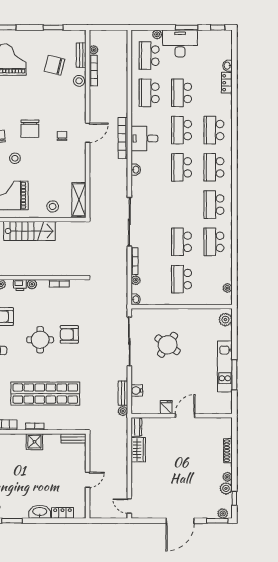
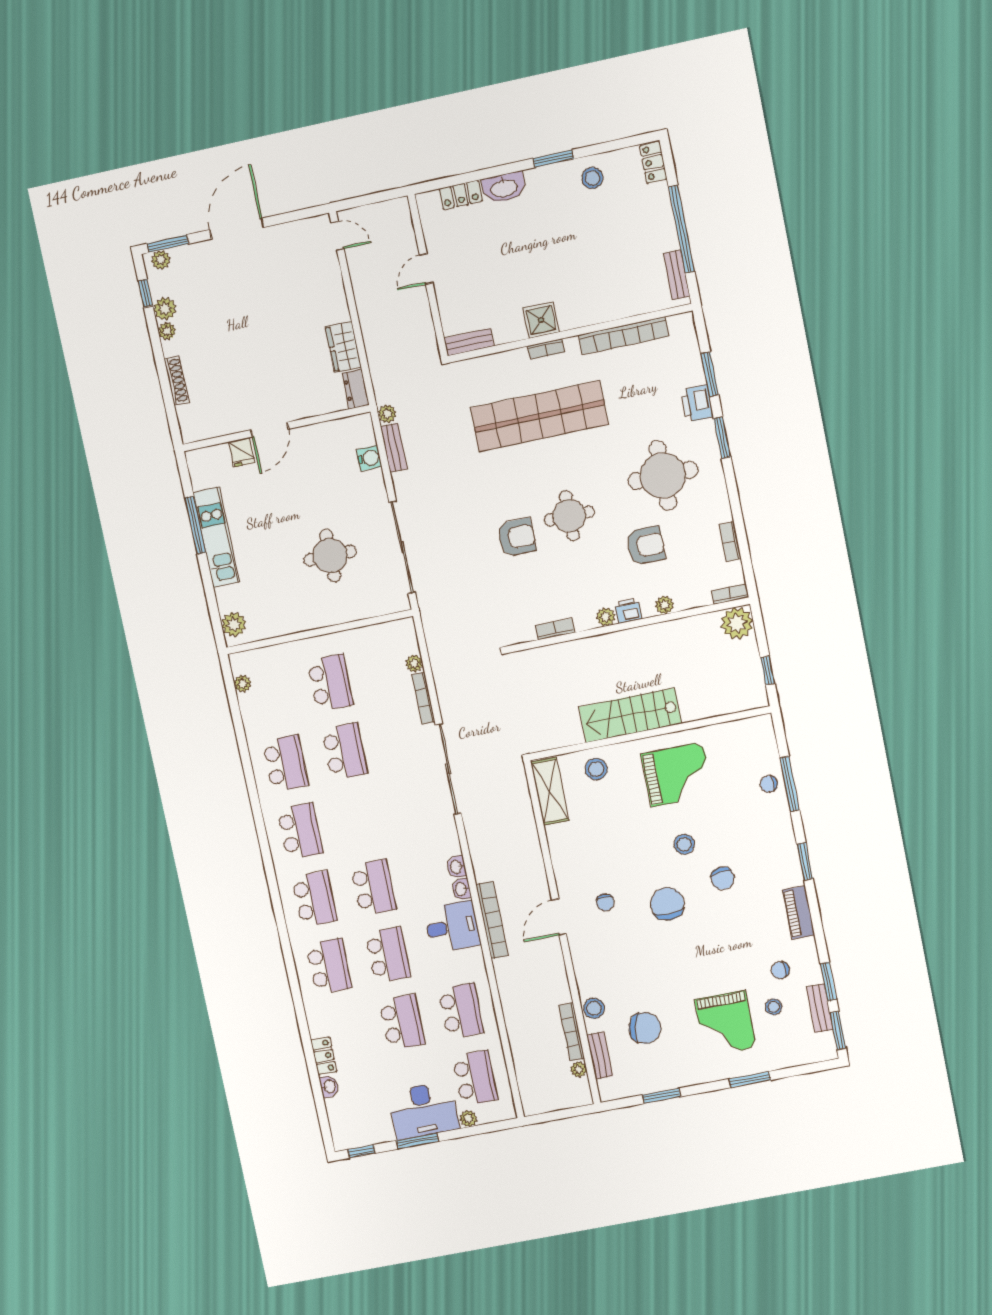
washbasin: (136, 299) -> (461, 889), moved
round table: (168, 345) -> (330, 556), turned -35
fridge: (166, 407) -> (242, 452), moved

